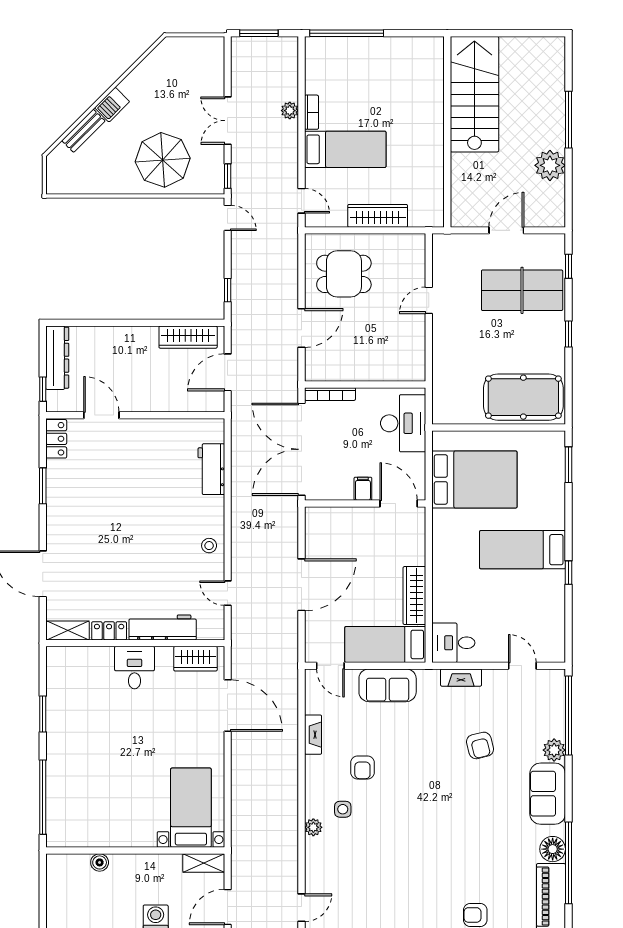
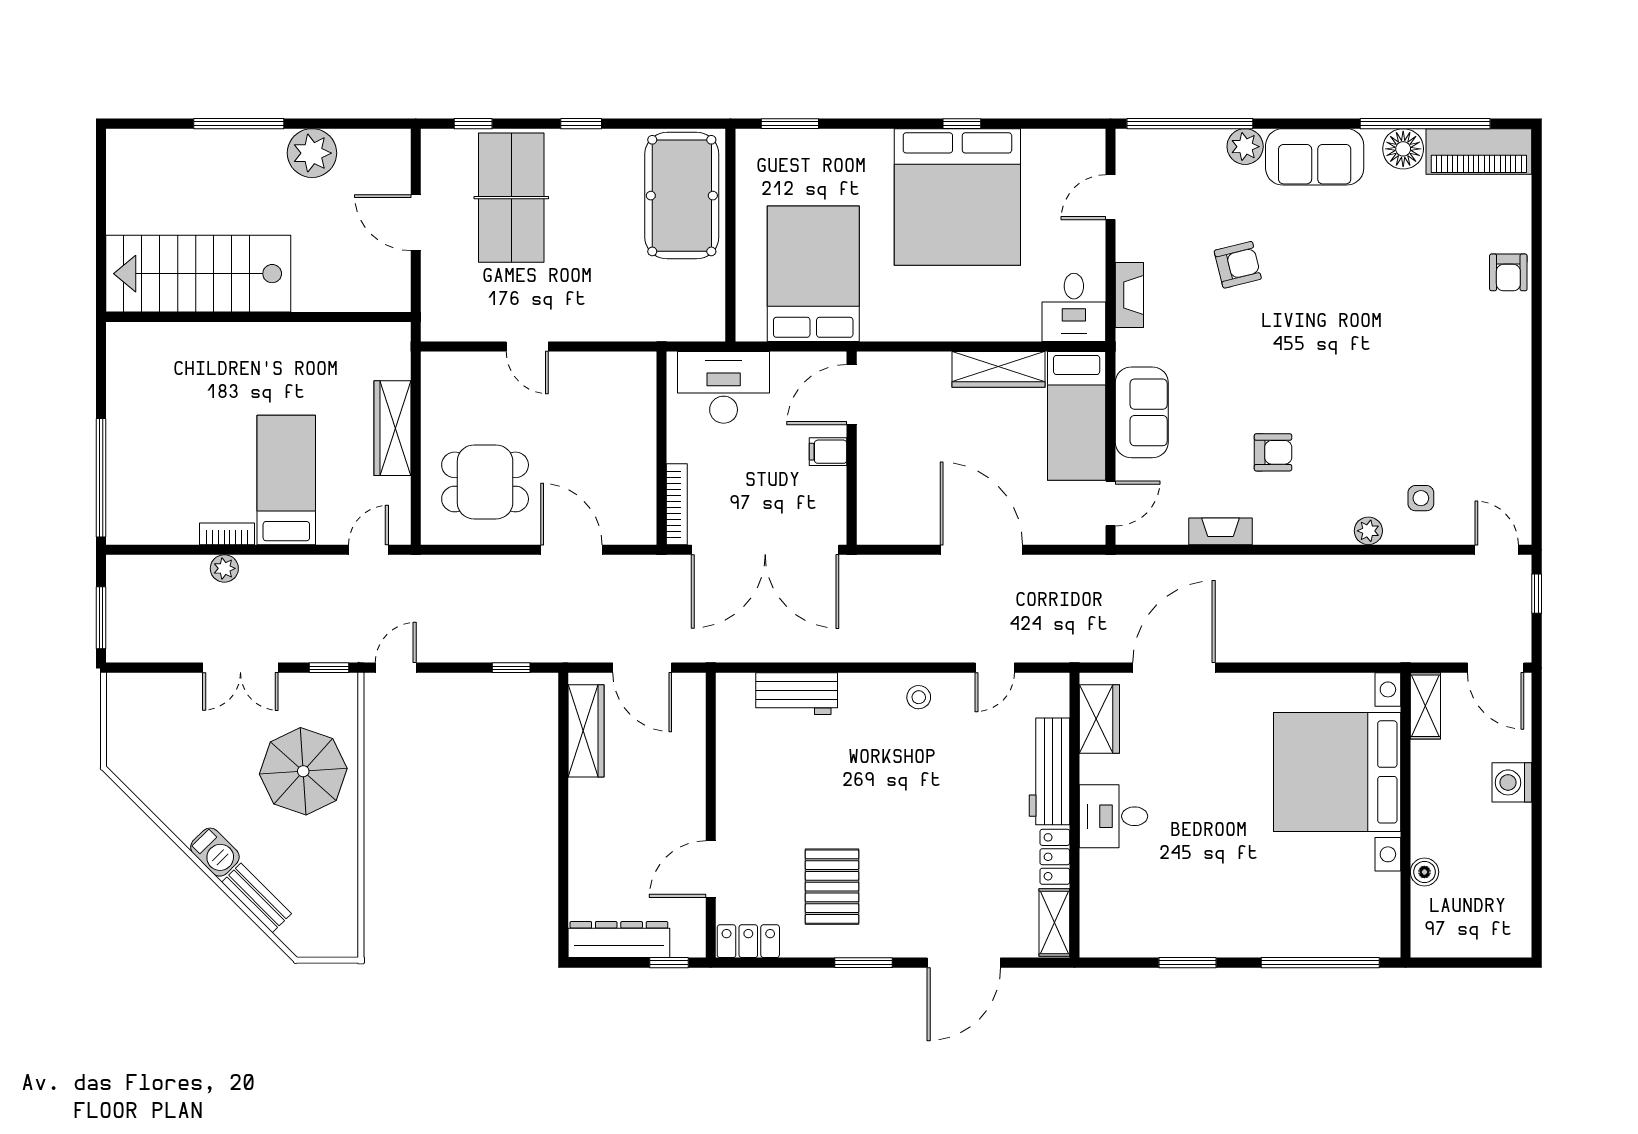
dining table: (344, 274) -> (485, 482), turned 90
window: (43, 486) -> (864, 963), moved
pallet: (90, 491) -> (832, 887), added
bed: (523, 550) -> (957, 197), width x2.04
bed with nightstands: (191, 808) -> (1337, 772), width x1.85
side table: (343, 809) -> (1421, 498), moved

